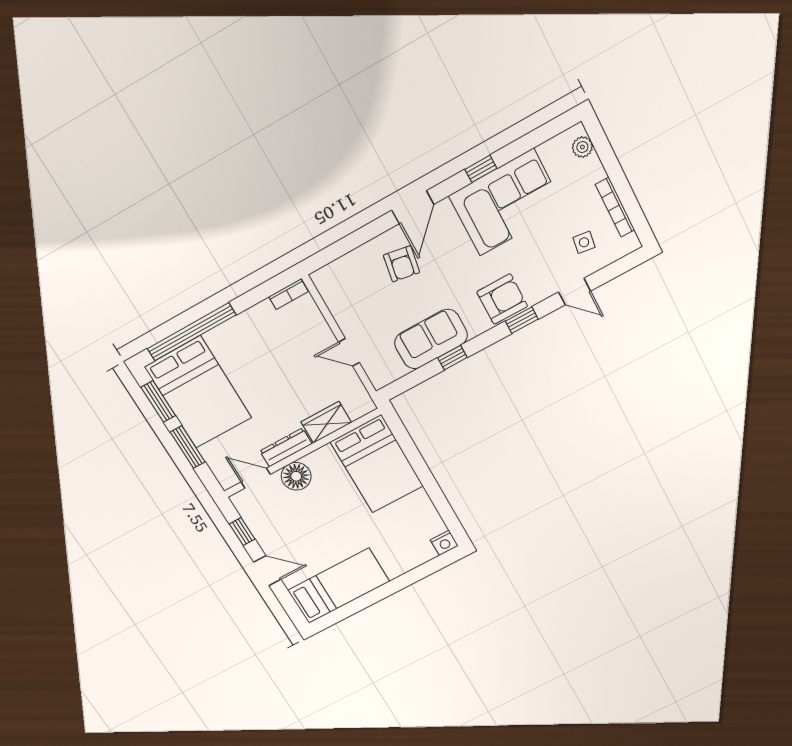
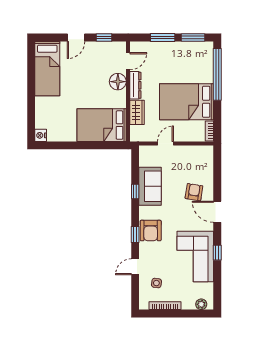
armchair: (402, 264) -> (194, 192), turned 89
bed: (198, 392) -> (187, 102), moved

